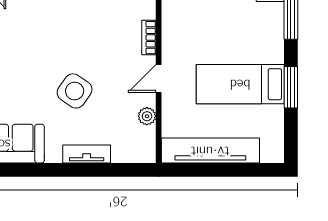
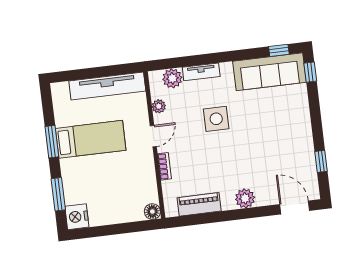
side table: (75, 91) -> (216, 119), turned -35
plant: (125, 150) -> (172, 78), added

